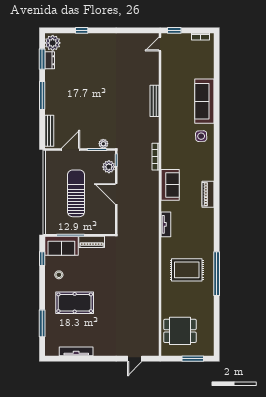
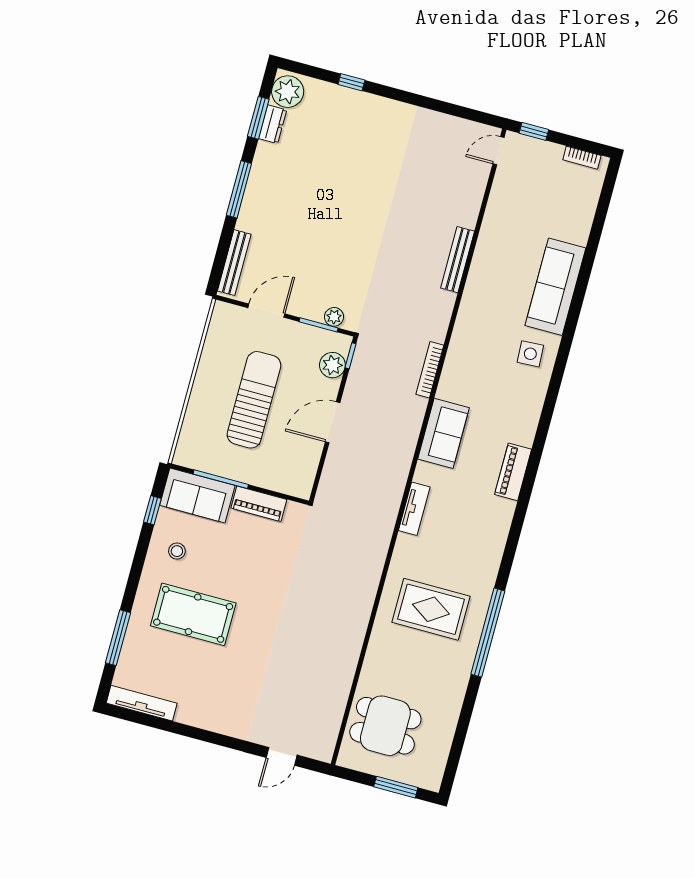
door: (116, 194) -> (333, 422), hinge flipped
tv unit: (76, 351) -> (142, 703), moved

